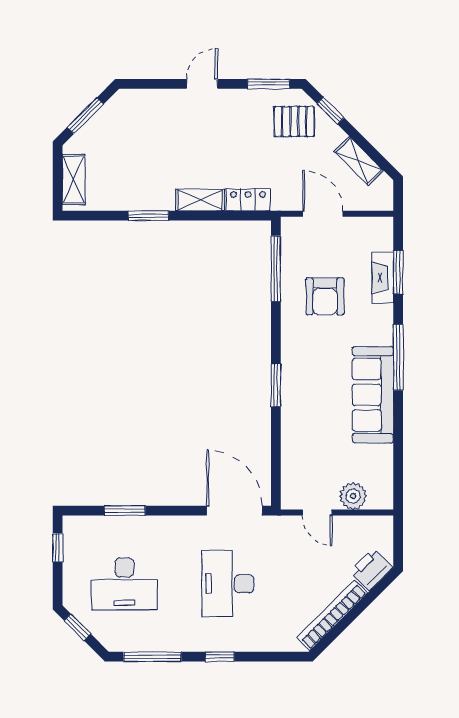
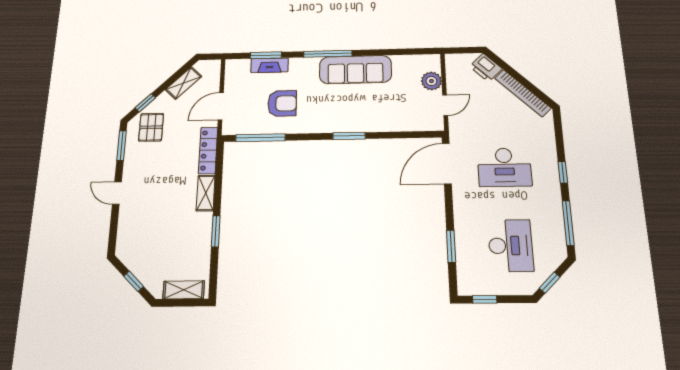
window: (85, 116) -> (134, 281), width x0.67
locker: (248, 200) -> (208, 150), width x1.53

